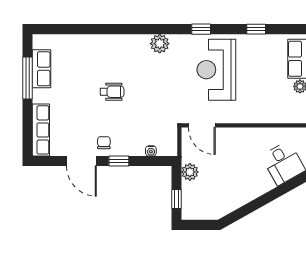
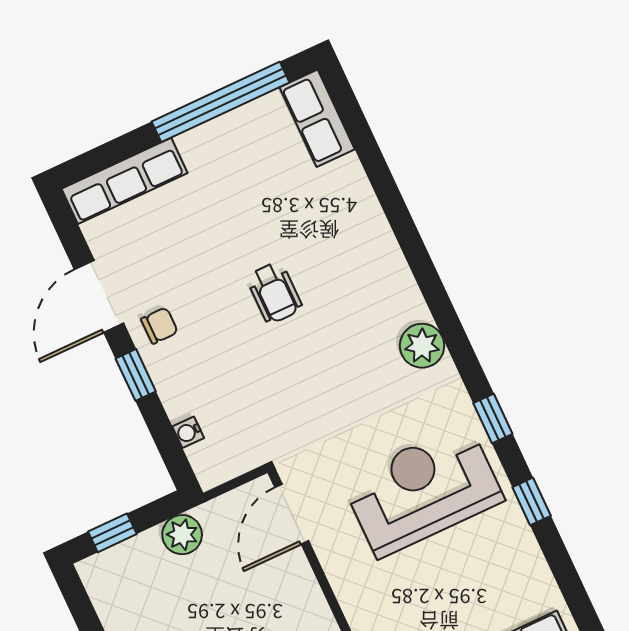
window: (256, 29) -> (532, 501), moved
row of seats: (42, 69) -> (317, 118), moved, turned 90
window: (28, 78) -> (221, 102), width x1.46

